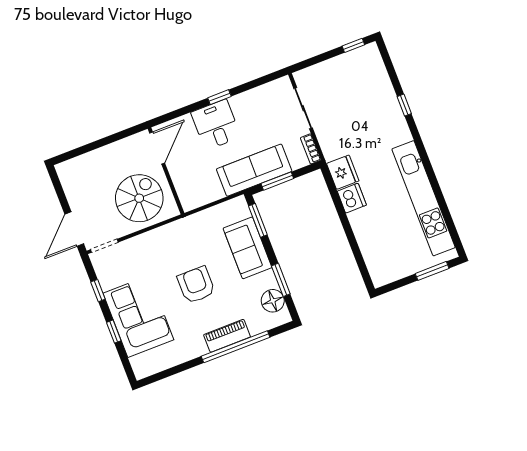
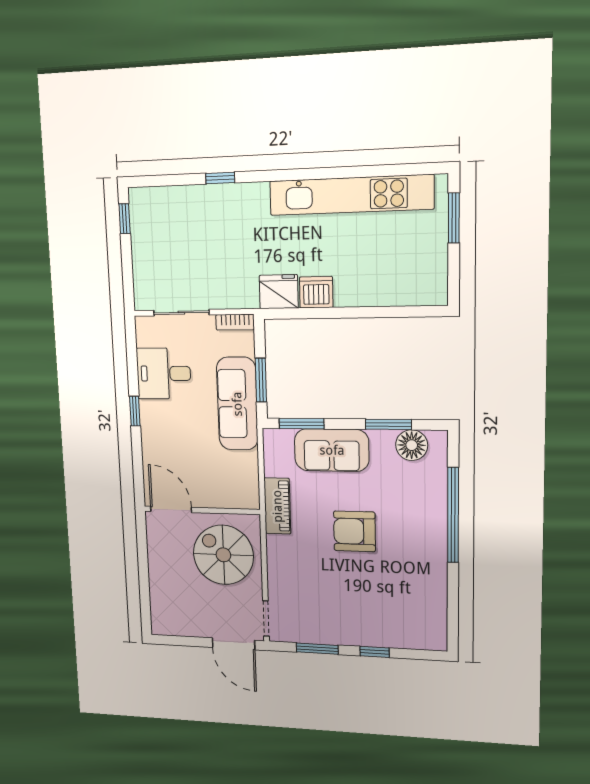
desk: (216, 125) -> (164, 373), moved
window: (98, 291) -> (317, 649), width x1.50
corner sofa: (138, 317) -> (367, 616), removed
piano: (227, 336) -> (277, 506), moved, turned 180

